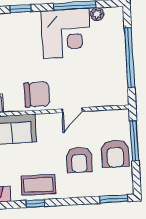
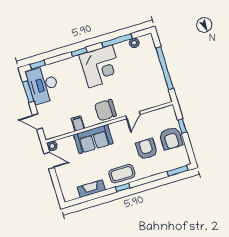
corner desk: (66, 33) -> (101, 66), moved
chair: (37, 95) -> (105, 110), turned 180
window: (134, 141) -> (182, 126), width x0.46
armchair: (79, 160) -> (147, 149), turned 180

